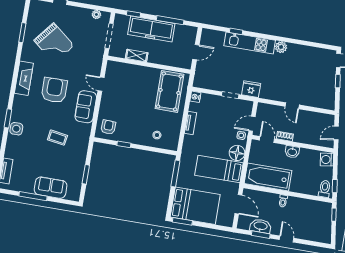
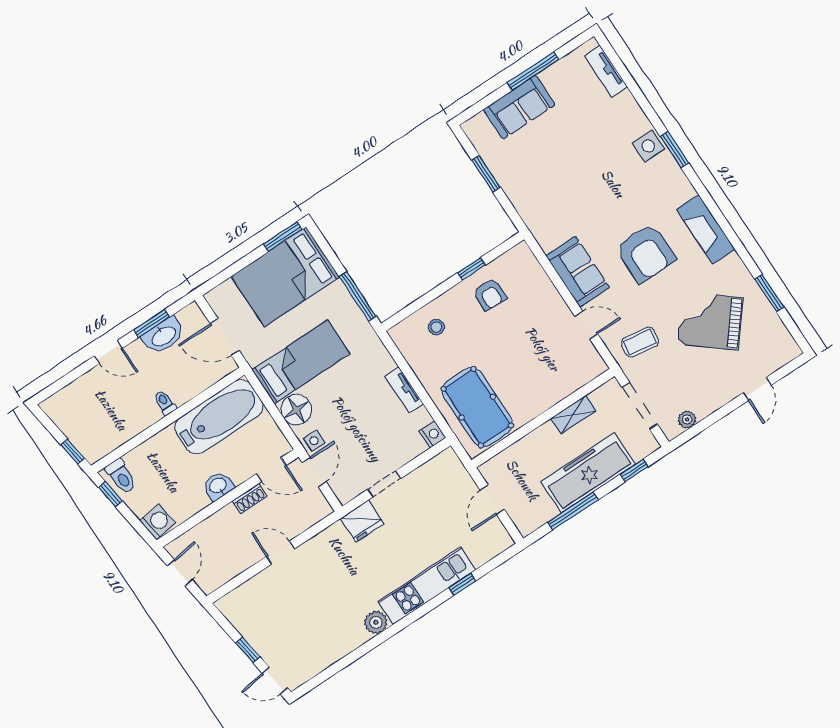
armchair: (108, 127) -> (490, 294), moved
coffee table: (57, 138) -> (640, 342), moved

